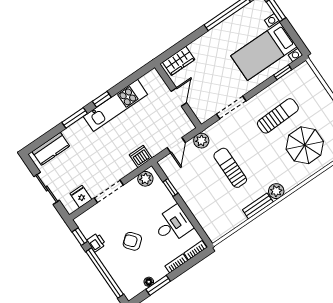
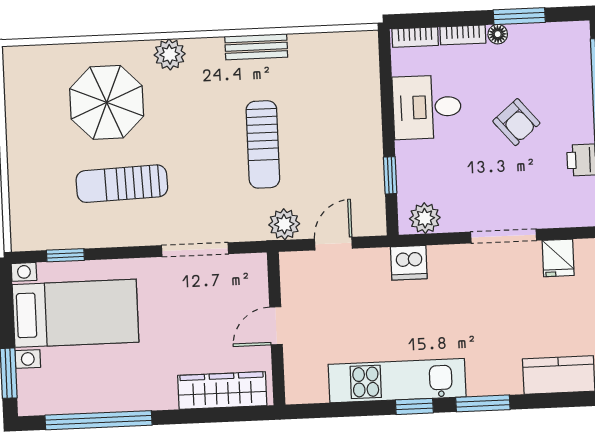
wardrobe: (179, 61) -> (222, 390), width x1.50
plant: (276, 191) -> (170, 54), moved
floor lamp: (149, 282) -> (498, 34), moved

